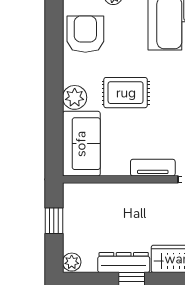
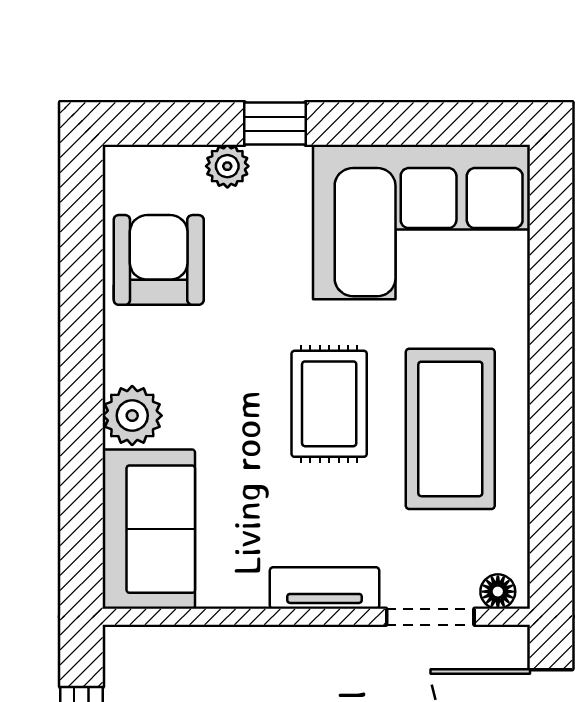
rug: (126, 93) -> (329, 404), moved, turned 90

